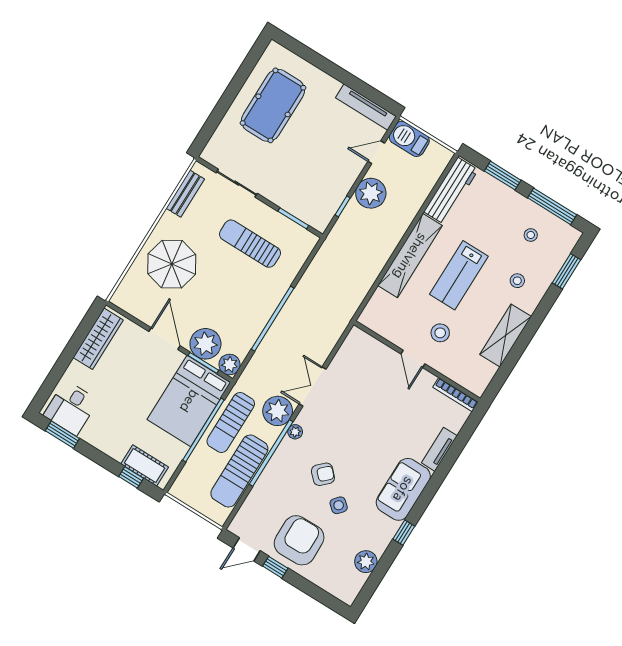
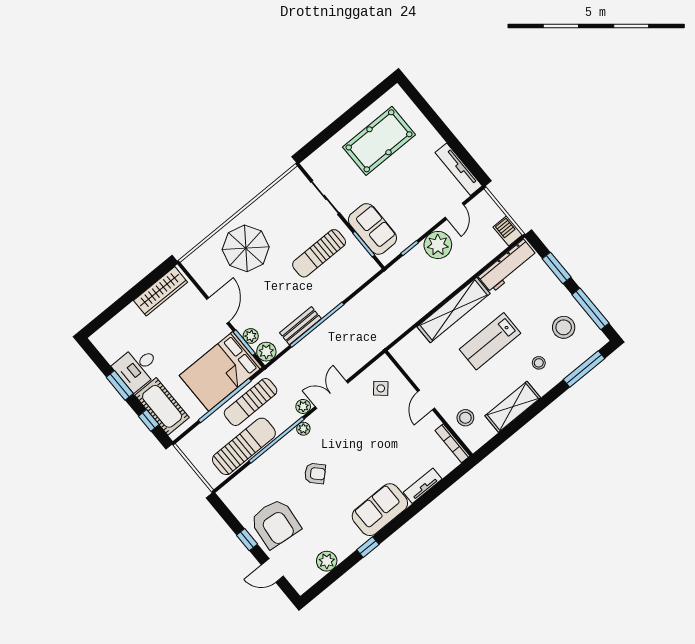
barbecue: (409, 139) -> (508, 231), moved, width x0.73, depth x0.79
door: (376, 152) -> (454, 211), swing flipped
bench: (185, 194) -> (300, 326), moved
sofa: (297, 199) -> (373, 229), added
stool: (531, 235) -> (564, 327), width x1.89, depth x1.89
sun lounger: (250, 244) -> (319, 253), turned -90
window: (567, 271) -> (584, 369), width x1.44
stool: (440, 333) -> (465, 418), moved
plant: (205, 344) -> (251, 336), width x0.53, depth x0.53
desk: (71, 408) -> (137, 368), moved
plant: (278, 411) -> (303, 406), width x0.53, depth x0.53
window: (62, 435) -> (120, 385), moved
cot: (145, 465) -> (162, 406), width x1.37, depth x1.34
sun lounger: (239, 471) -> (244, 446), turned 180
side table: (339, 505) -> (381, 388), moved
armchair: (299, 540) -> (275, 523), turned 97
door: (247, 549) -> (272, 570), moved

